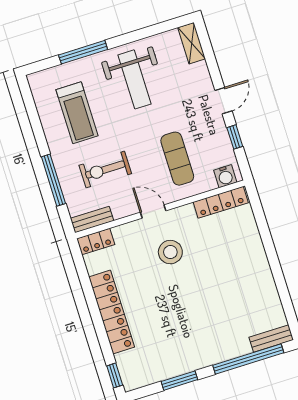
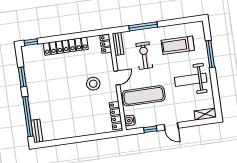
exercise mat: (177, 159) -> (144, 96), width x1.36, depth x1.45

